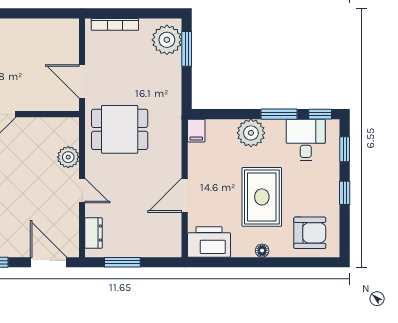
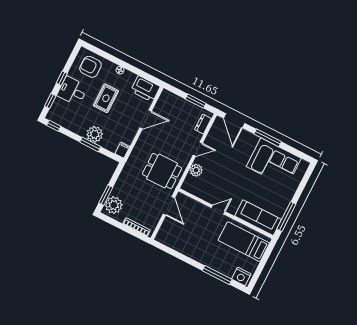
window: (279, 114) -> (90, 144), moved
desk: (306, 140) -> (72, 91), moved, turned 90
door: (82, 191) -> (198, 149), swing flipped
rug: (262, 197) -> (106, 98), width x0.73, depth x0.70

